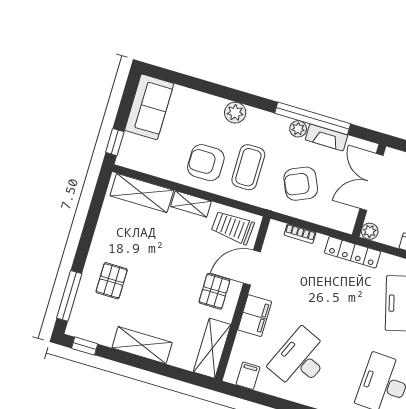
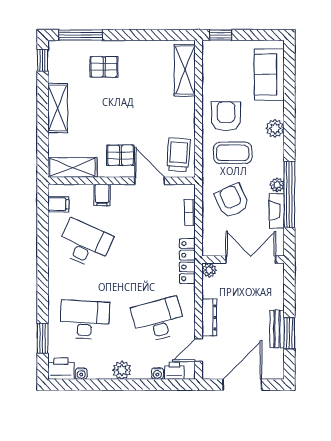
sofa: (149, 107) -> (269, 75), moved, turned 90
shelving: (191, 204) -> (188, 114), removed
filing cabinet: (255, 316) -> (102, 195), width x0.50

